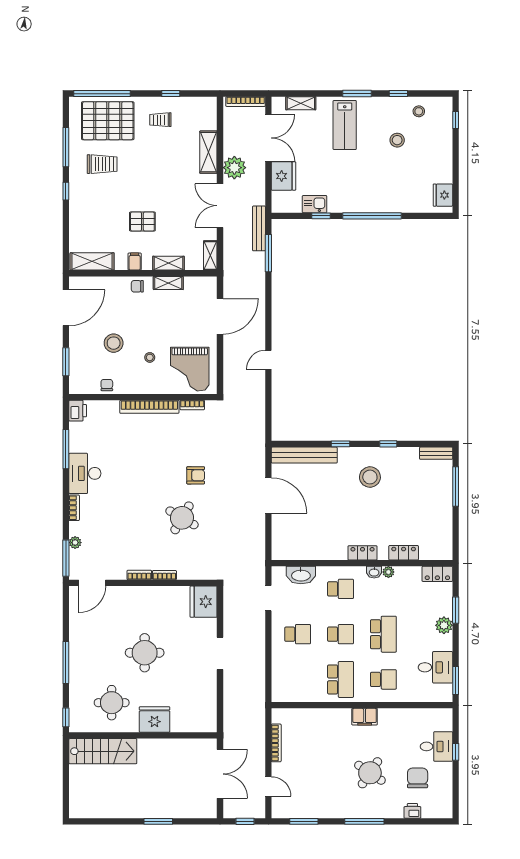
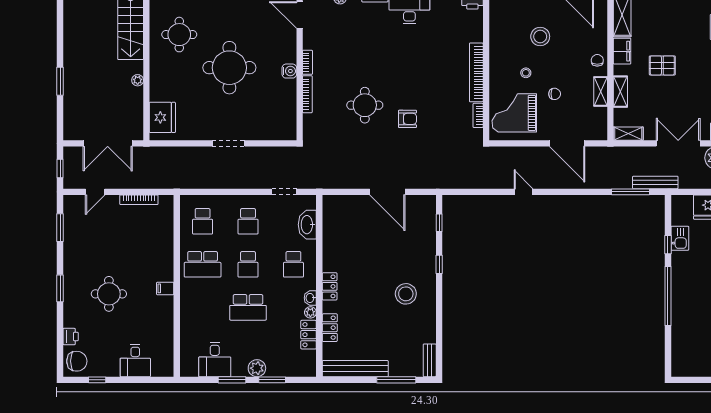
fridge: (443, 195) -> (689, 367), removed
pallet: (142, 222) -> (662, 65), turned 90
filing cabinet: (135, 262) -> (622, 51), width x2.00
chair: (107, 385) -> (555, 94), moved
window: (388, 444) -> (439, 223), moved
bench: (304, 455) -> (355, 369), moved, turned 90
armchair: (196, 475) -> (407, 119), turned -90
door: (268, 495) -> (387, 192), hinge flipped
round table: (182, 518) -> (365, 105), turned -30
locker: (437, 574) -> (309, 335), moved
bookcase: (164, 575) -> (307, 94), width x1.56
water cooler: (148, 593) -> (289, 71), added
fridge: (204, 602) -> (281, 127), removed
round table: (145, 653) -> (229, 68), width x1.36, depth x1.36
school desk: (383, 679) -> (203, 221), moved
window: (456, 681) -> (232, 380), moved
filing cabinet: (365, 717) -> (165, 288), width x0.50
fridge: (155, 719) -> (162, 117), moved
plant: (157, 744) -> (138, 80), added
window: (456, 752) -> (97, 380), moved
round table: (370, 773) -> (109, 294), turned -34
chair: (418, 778) -> (77, 361), moved
window: (364, 821) -> (60, 288), width x0.69

